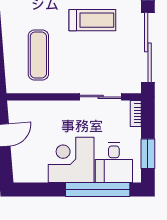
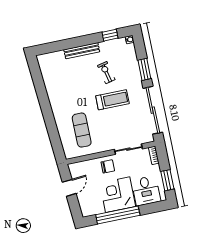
chair: (65, 116) -> (108, 166), added
window: (98, 189) -> (118, 215), moved

